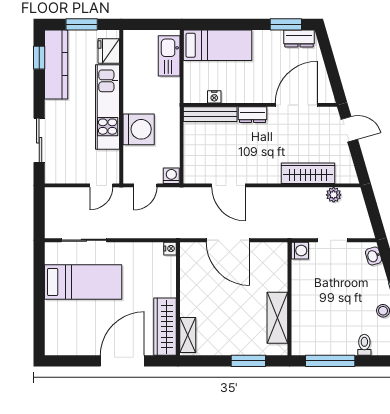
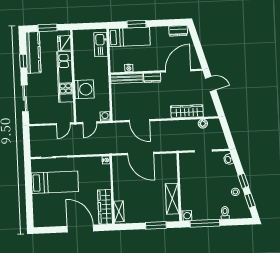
window: (286, 24) -> (136, 24), moved
window: (39, 58) -> (23, 61), moved
washing machine: (300, 251) -> (186, 216), moved
door: (122, 361) -> (80, 229), hinge flipped

